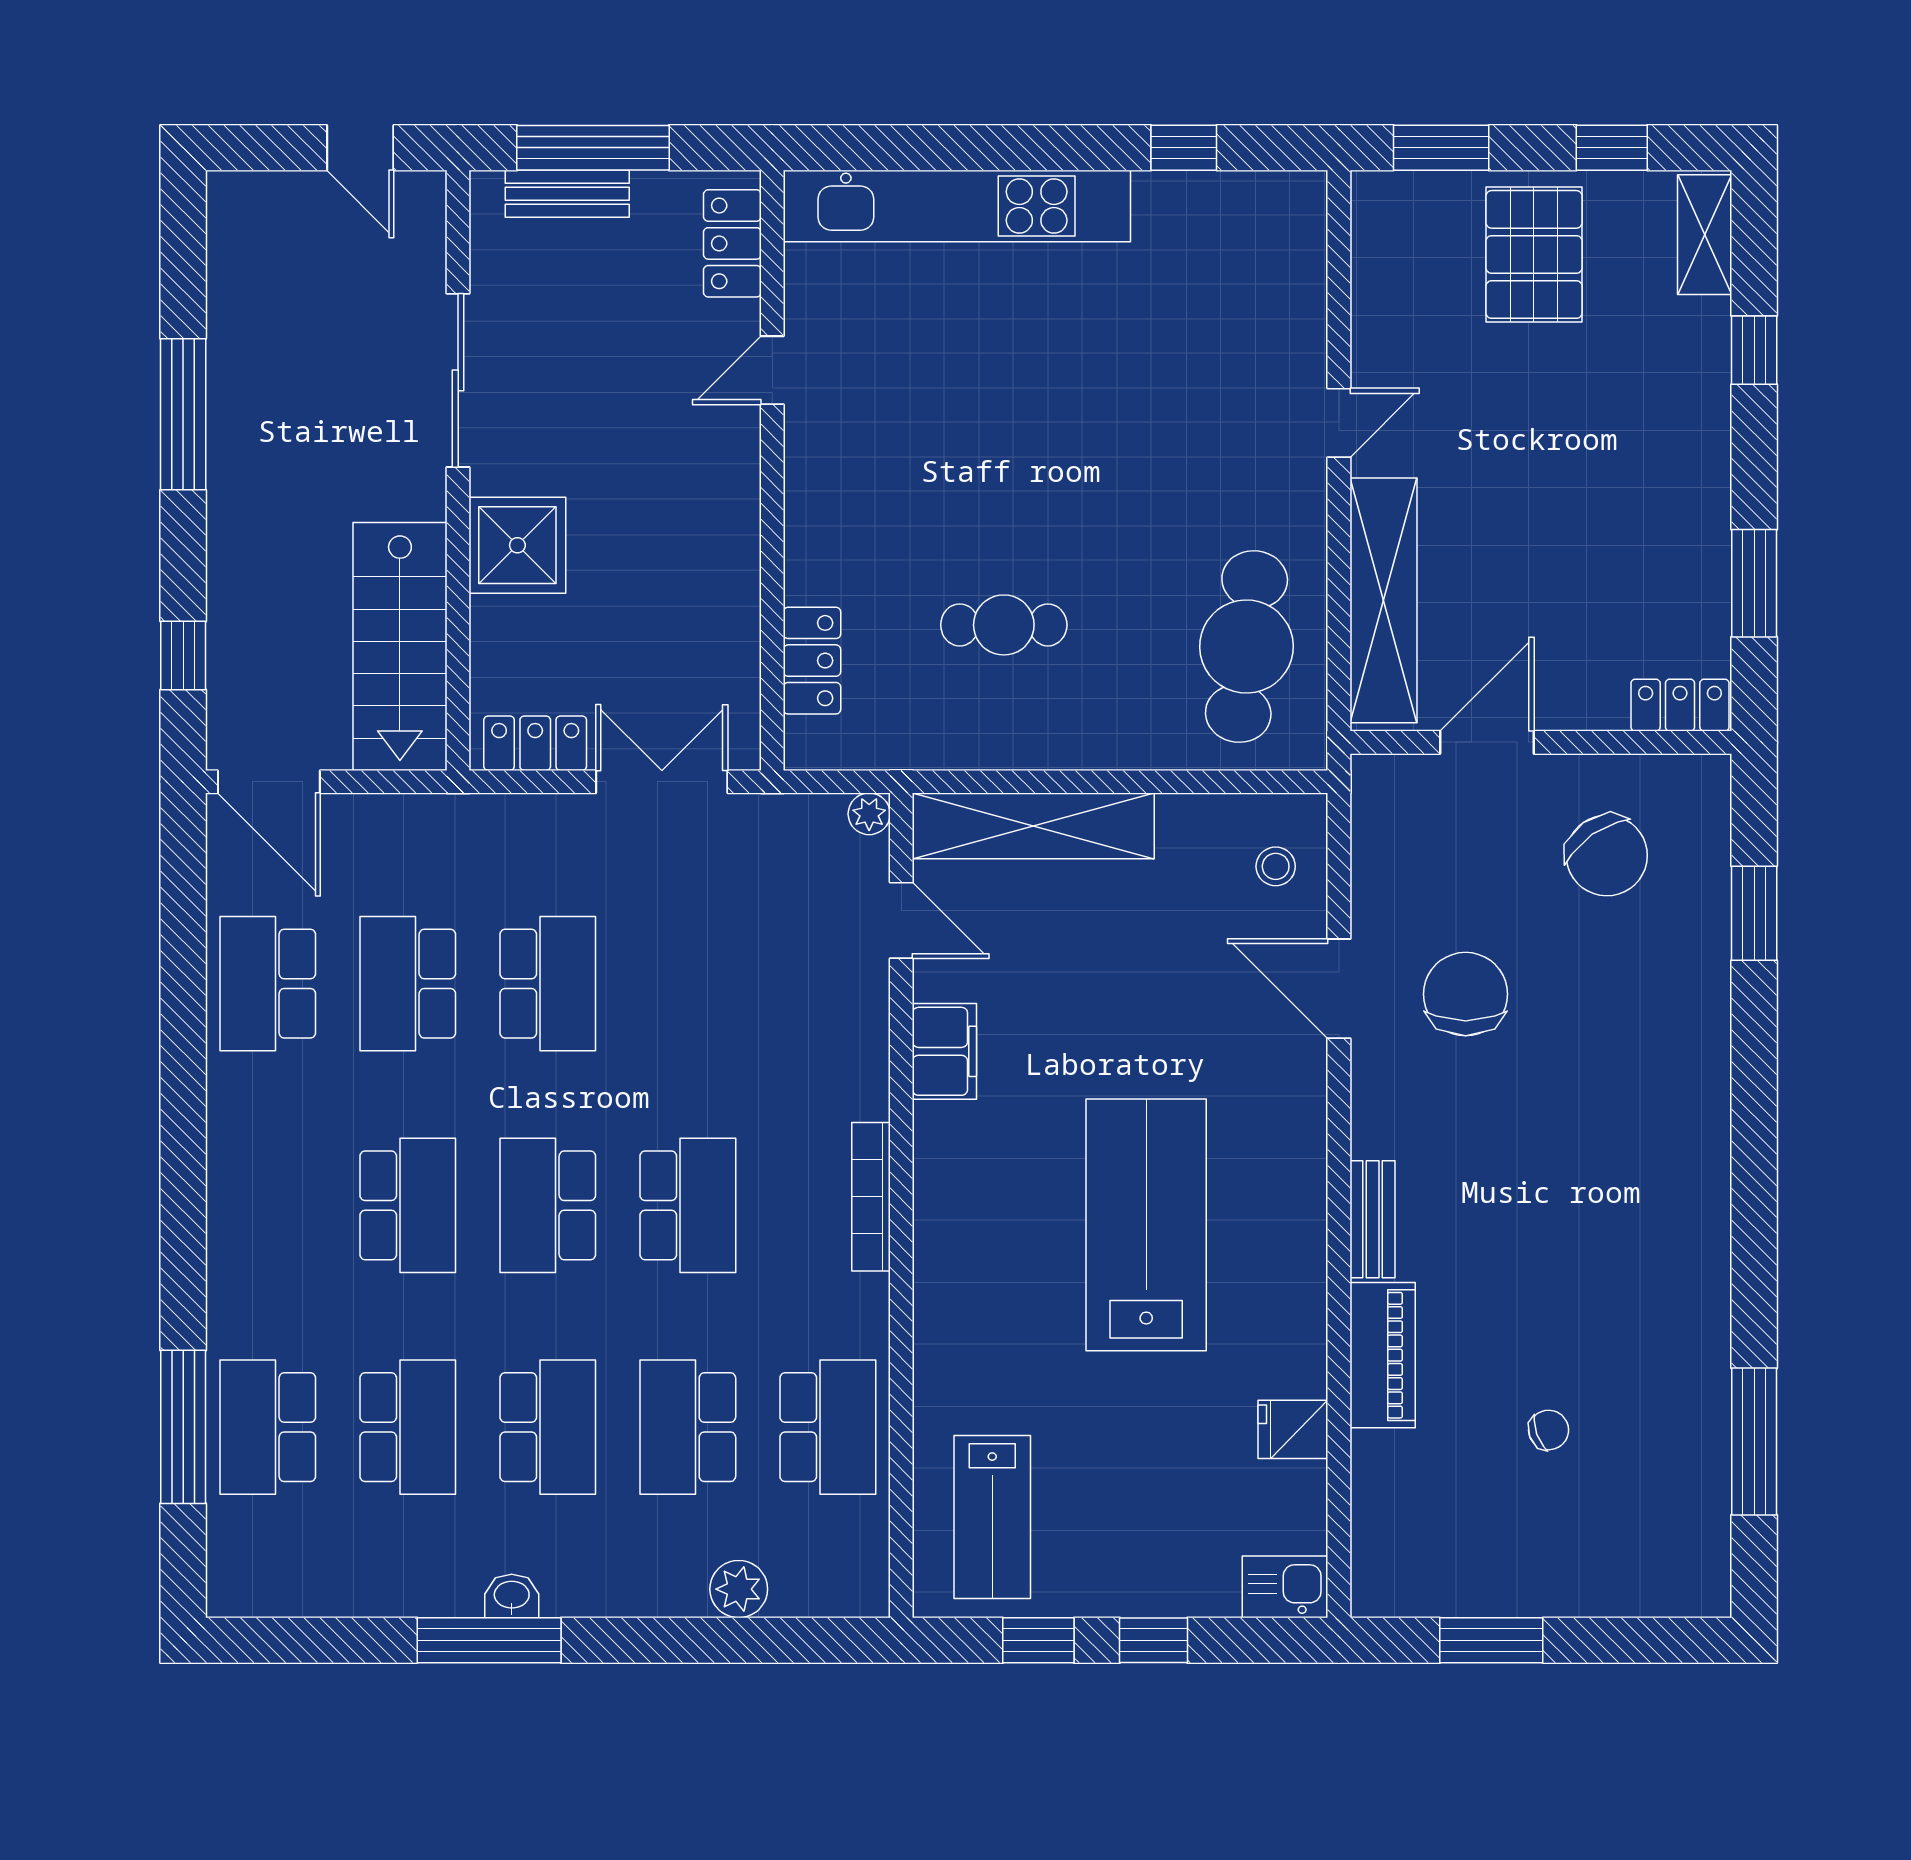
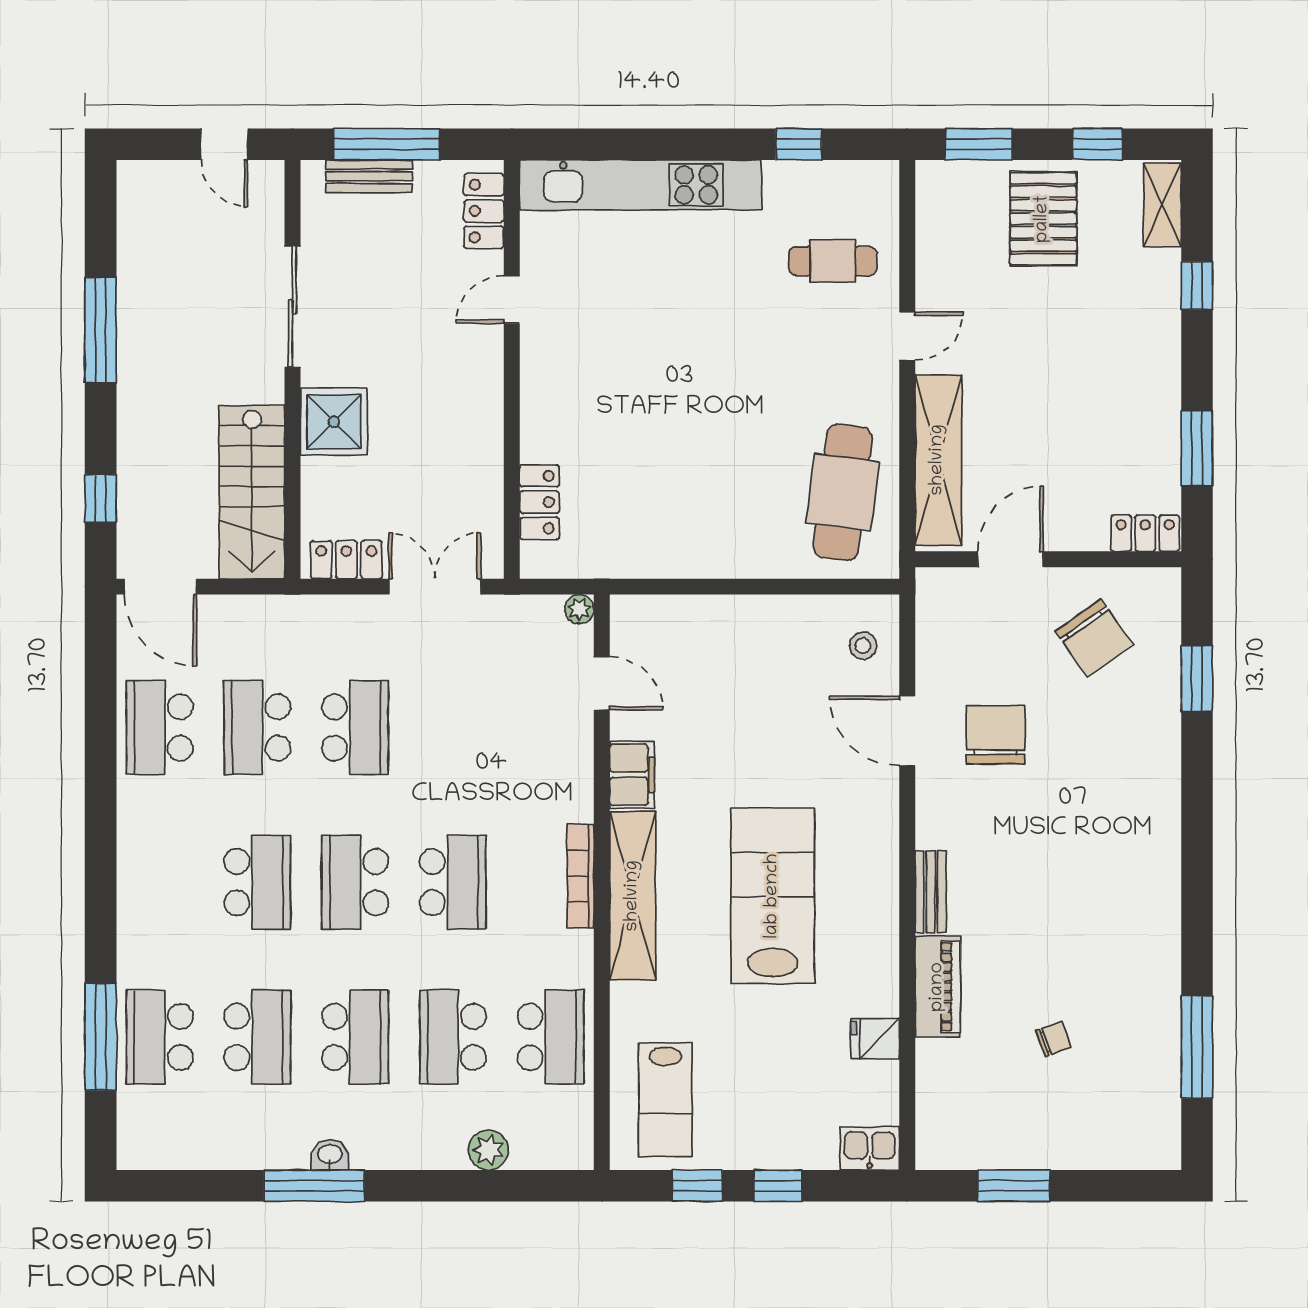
cafe table: (1004, 625) -> (833, 261), moved
shelving: (1033, 826) -> (633, 896), moved, turned 90

